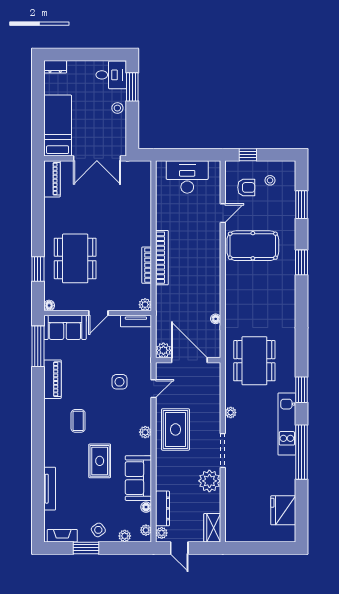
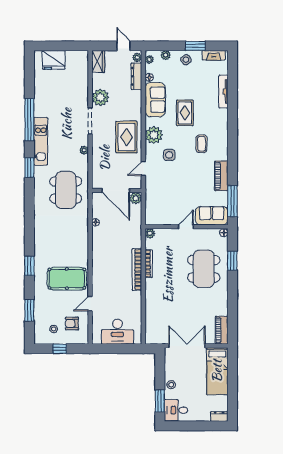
window: (248, 155) -> (60, 349), moved
tv unit: (136, 321) -> (157, 221), removed
side table: (119, 382) -> (169, 155), moved
plant: (145, 432) -> (154, 135), width x1.88, depth x1.88
fridge: (283, 510) -> (54, 60), moved, turned 90

